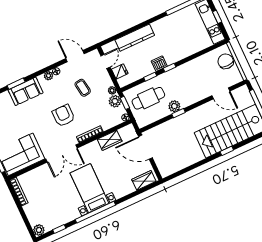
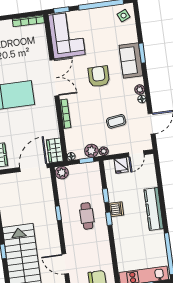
kitchen counter: (135, 38) -> (154, 209), moved
door: (105, 61) -> (136, 154), hinge flipped
door: (221, 93) -> (65, 264), hinge flipped
cafe table: (148, 98) -> (87, 216), moved, width x0.73, depth x0.74
plant: (174, 106) -> (62, 173), moved
armchair: (64, 116) -> (99, 76), moved, turned -90
wardrobe: (110, 140) -> (55, 150), moved
double door: (62, 153) -> (54, 78), swing flipped

